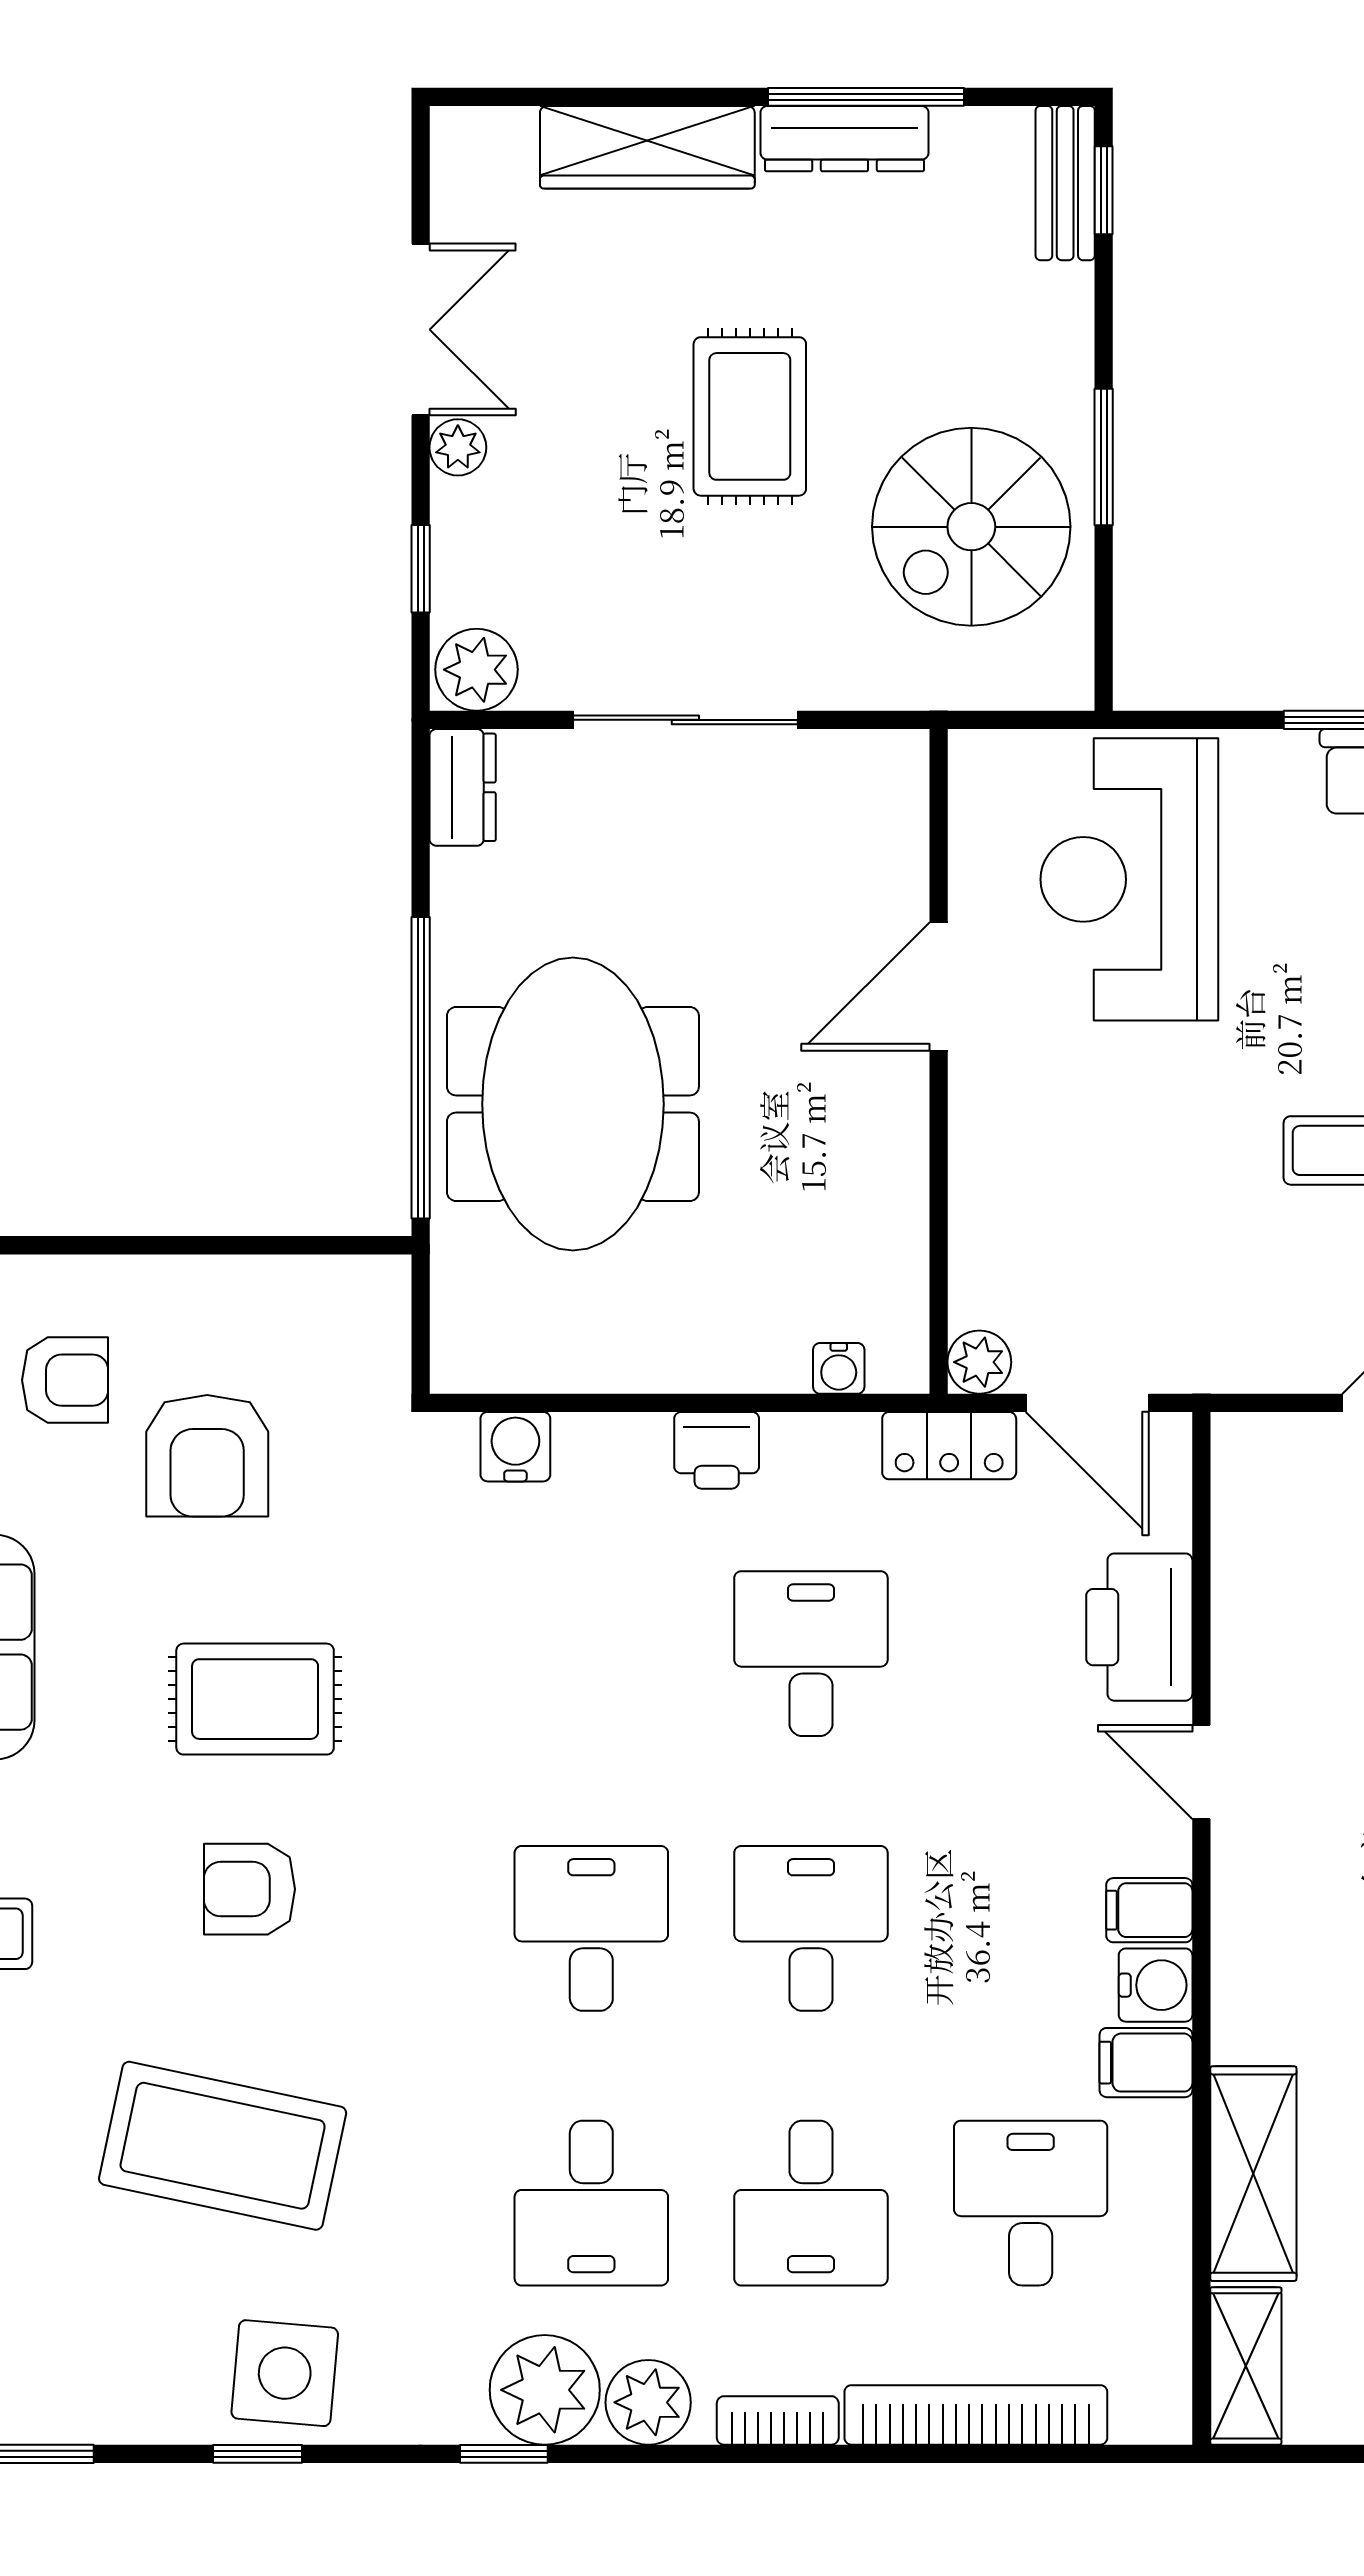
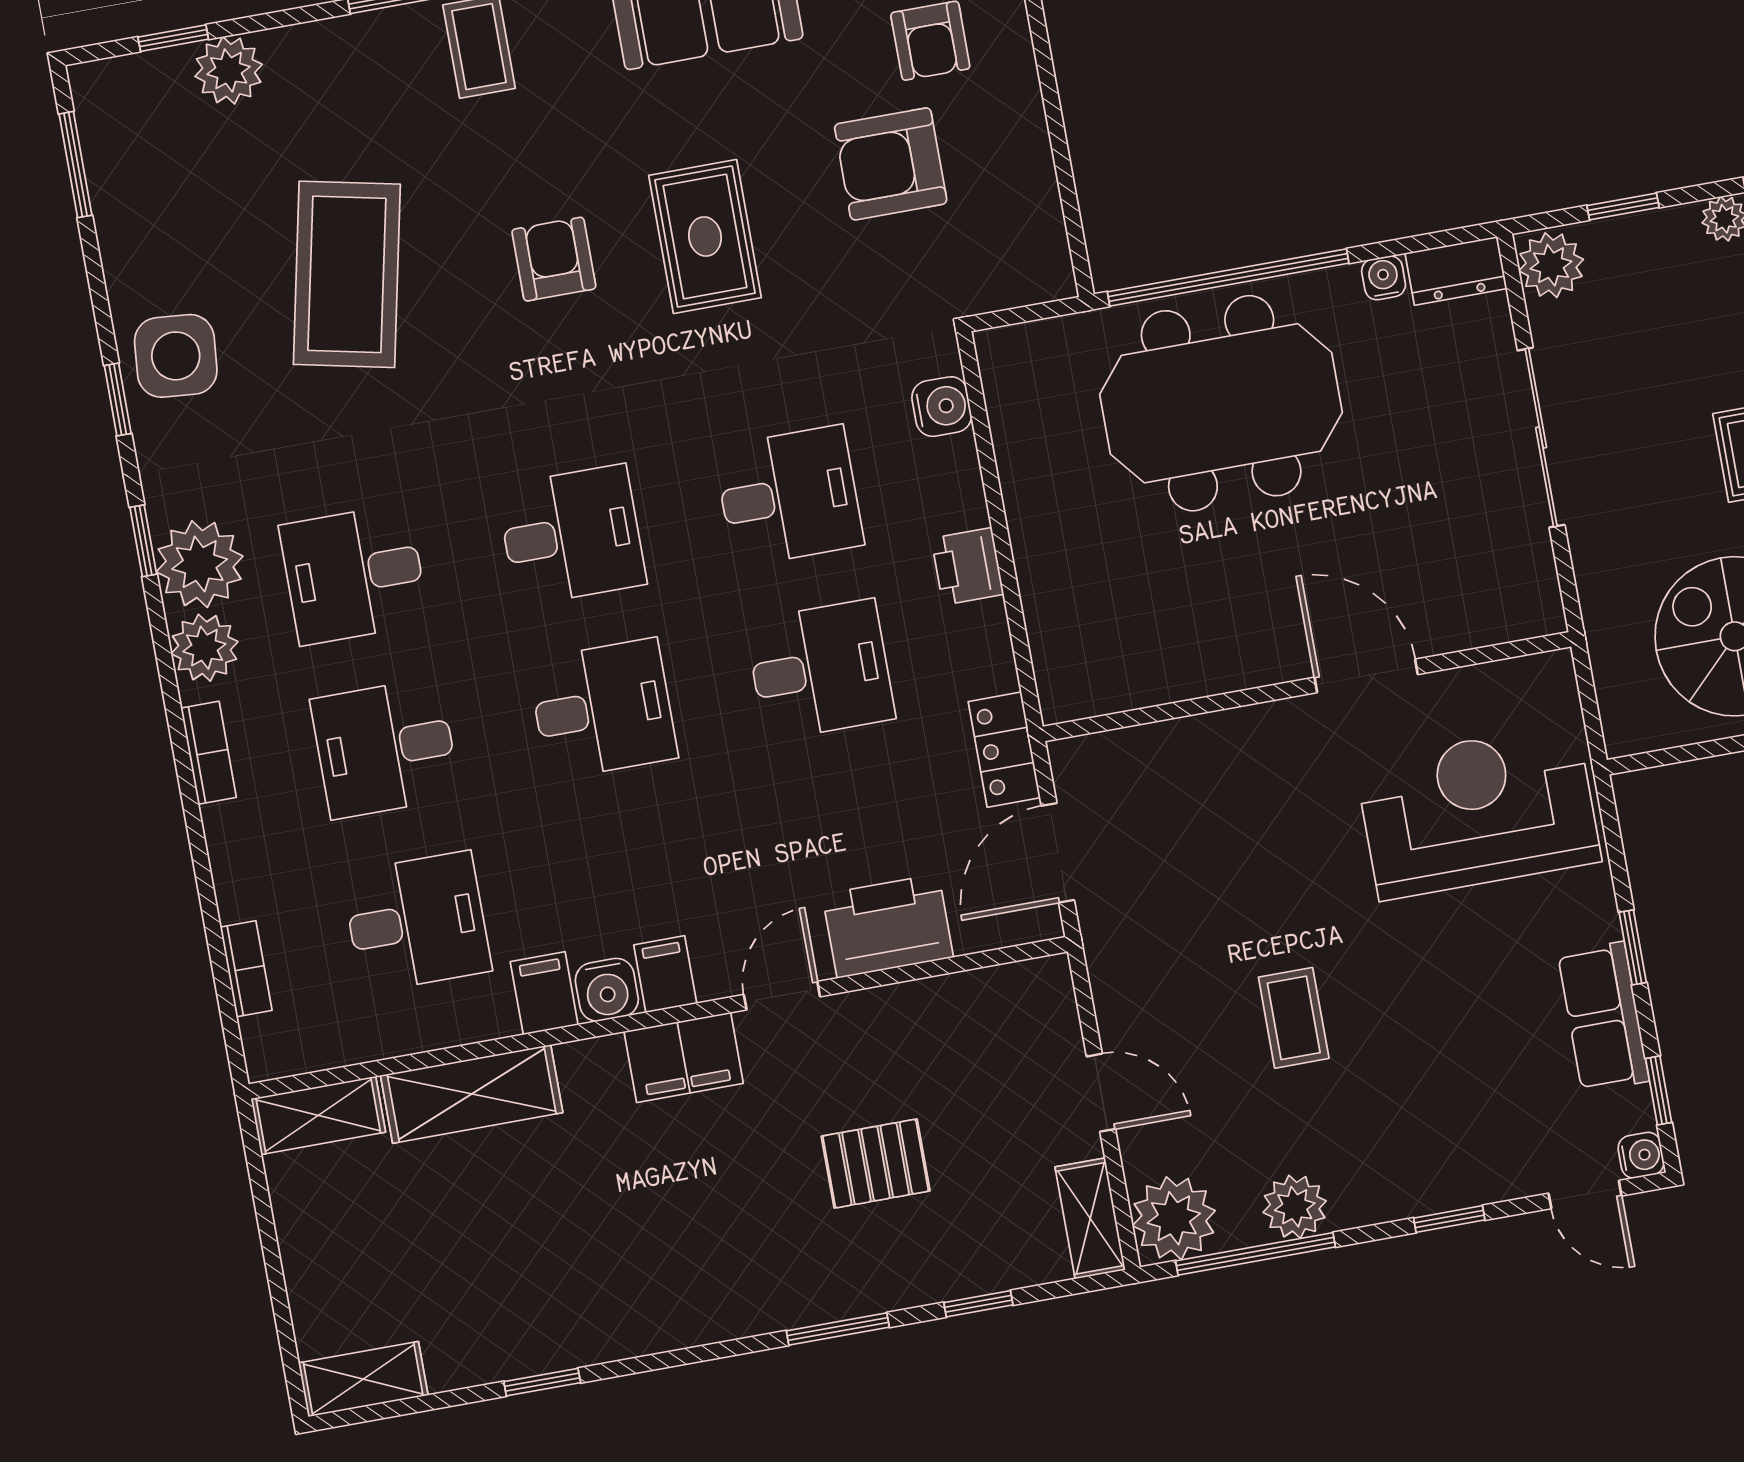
plant: (979, 1362) -> (1075, 762), removed
water cooler: (839, 1368) -> (1384, 278), moved, turned 90
desk: (591, 1654) -> (789, 496), added
filing cabinet: (1255, 1906) -> (684, 1057), added
bookcase: (976, 2415) -> (246, 969), width x0.43, depth x0.76
window: (258, 2454) -> (118, 400), moved

